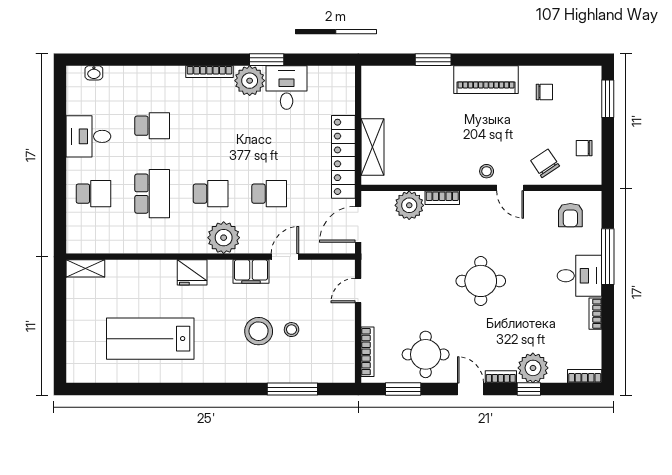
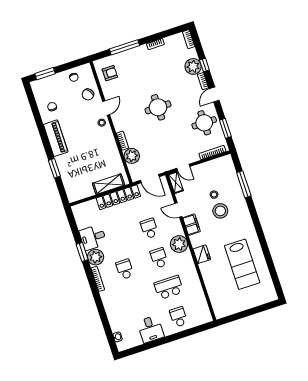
school desk: (152, 126) -> (125, 269), moved
shelving: (85, 268) -> (176, 182), moved
desk: (579, 276) -> (139, 58), removed

